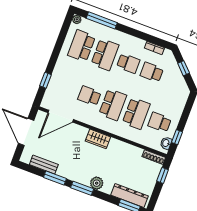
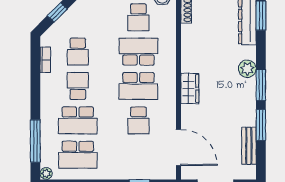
school desk: (105, 55) -> (78, 120), turned 180
school desk: (113, 105) -> (138, 86), turned 180

